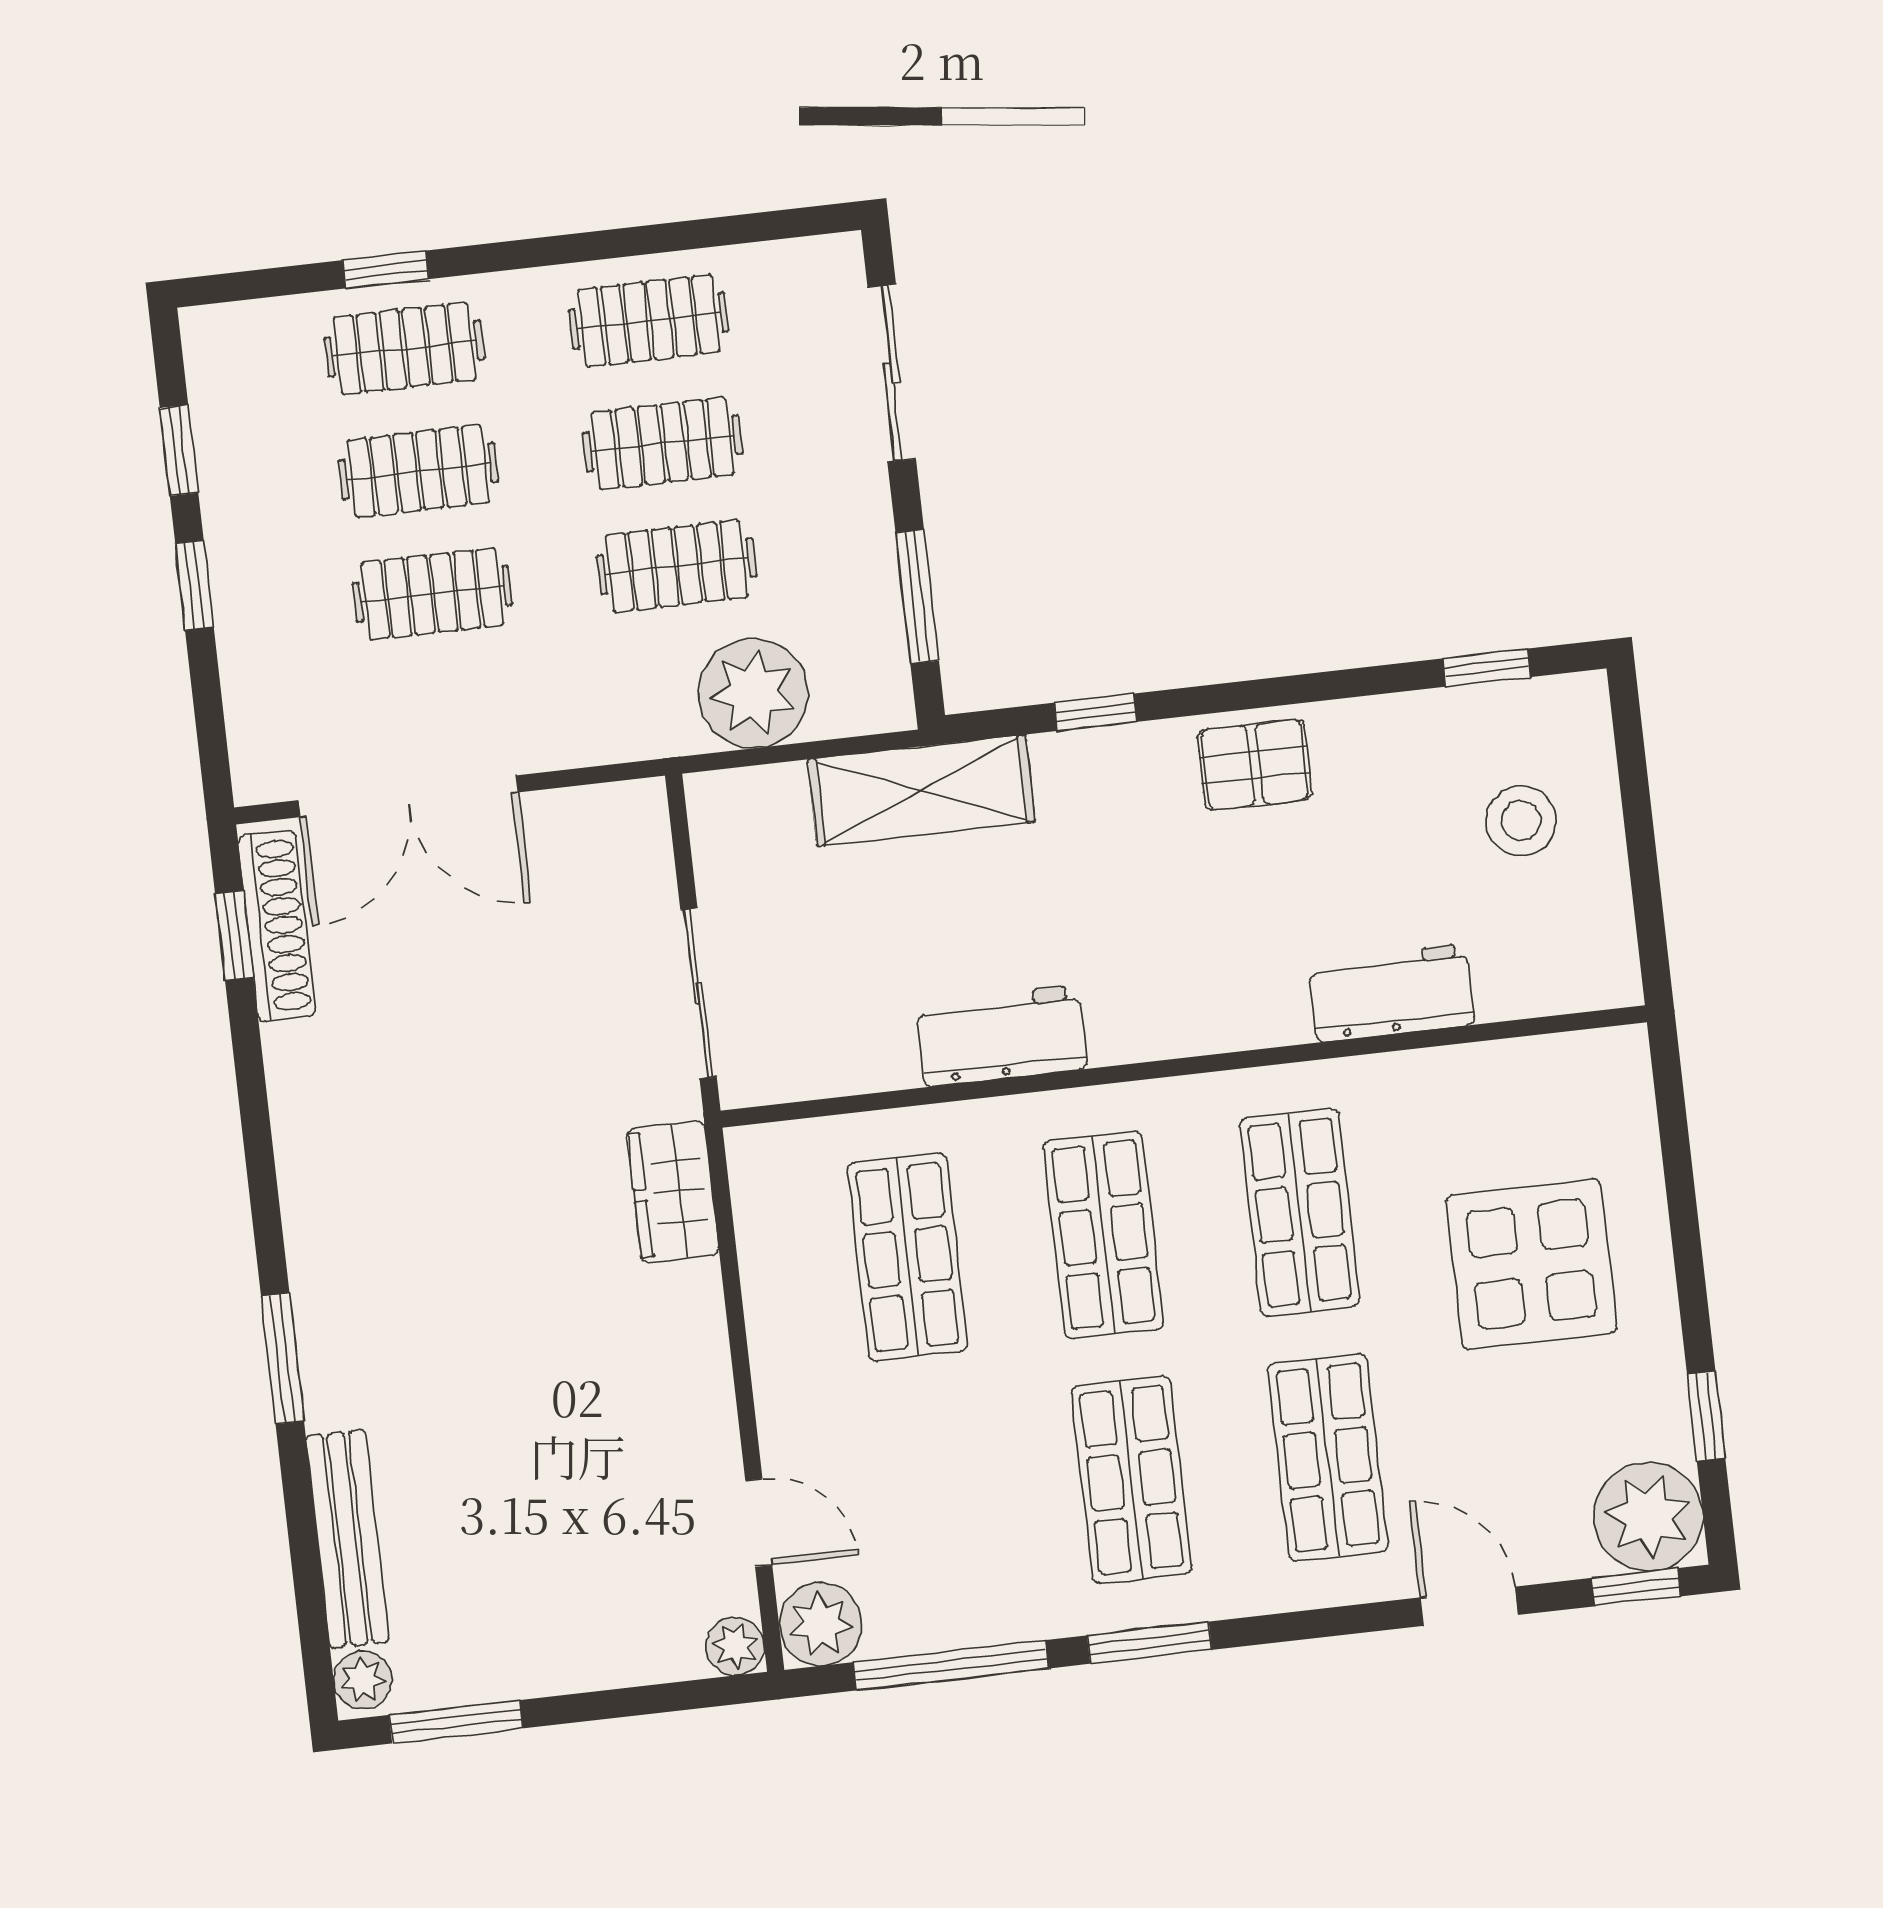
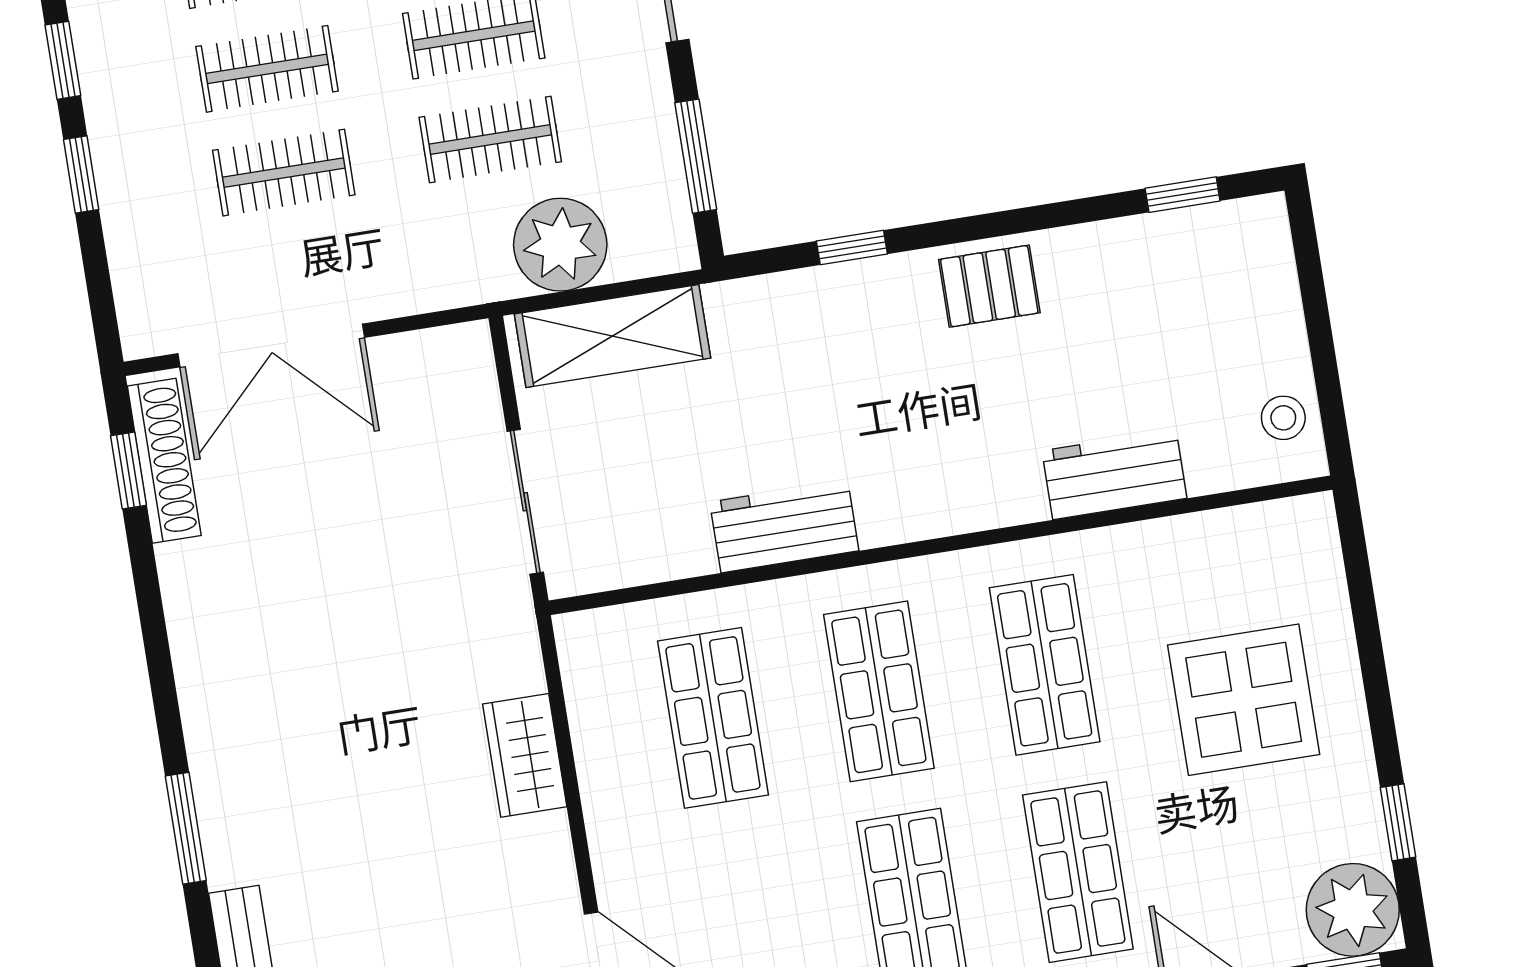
shelving: (921, 791) -> (612, 336), moved
stool: (1521, 821) -> (1283, 418), moved, width x0.73, depth x0.73
wardrobe: (673, 1192) -> (525, 755), moved

